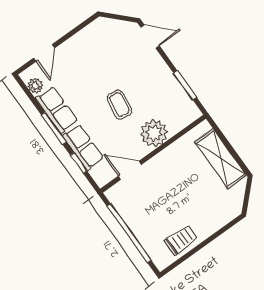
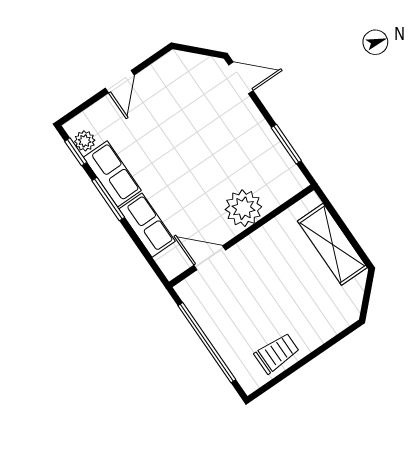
door: (44, 53) -> (120, 82), moved
coffee table: (119, 105) -> (197, 169), removed
window: (79, 163) -> (76, 152), moved

